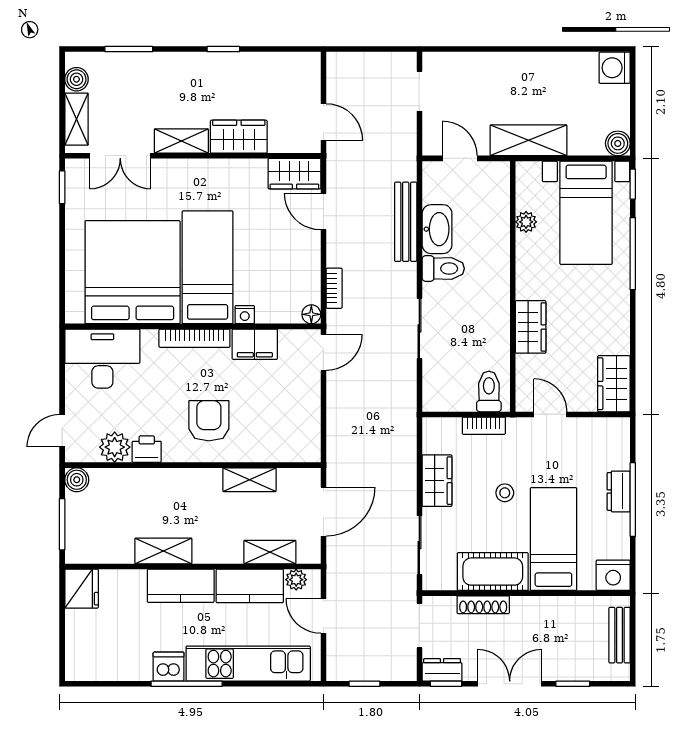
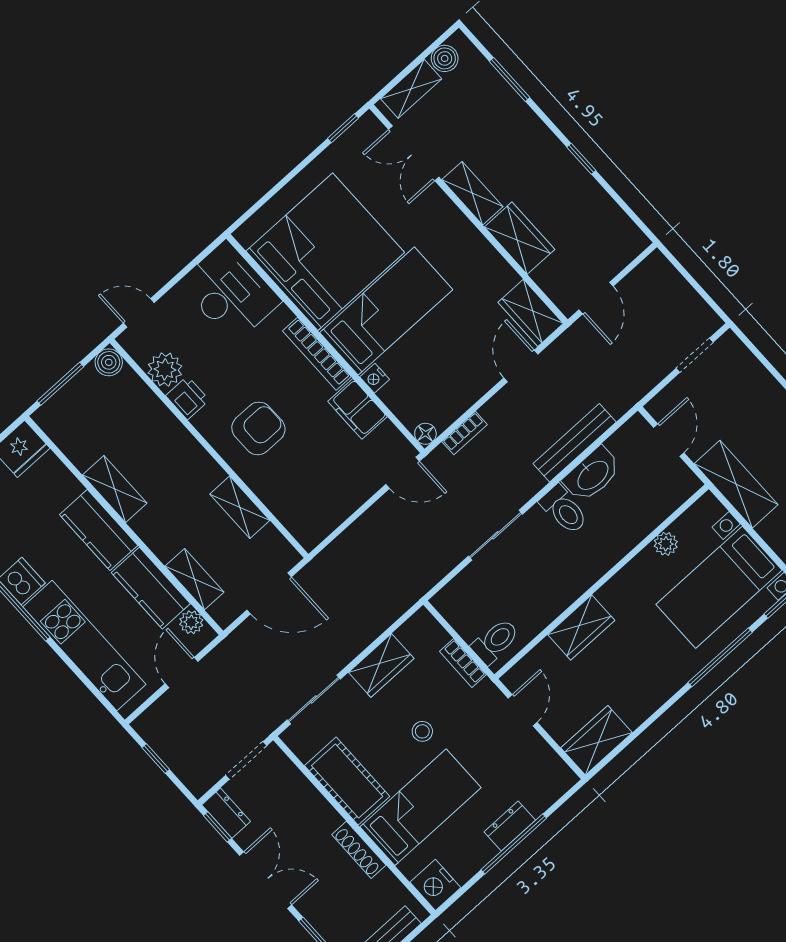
shoe rack: (483, 605) -> (359, 850), moved

